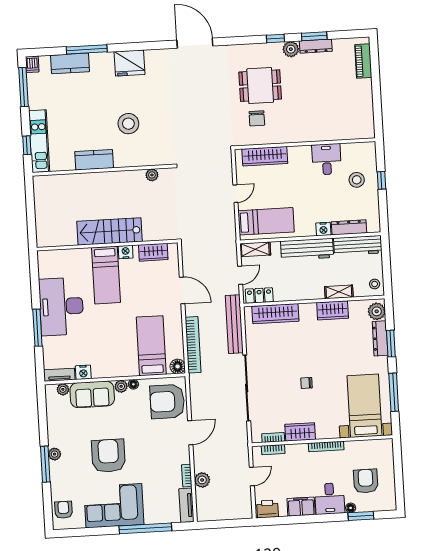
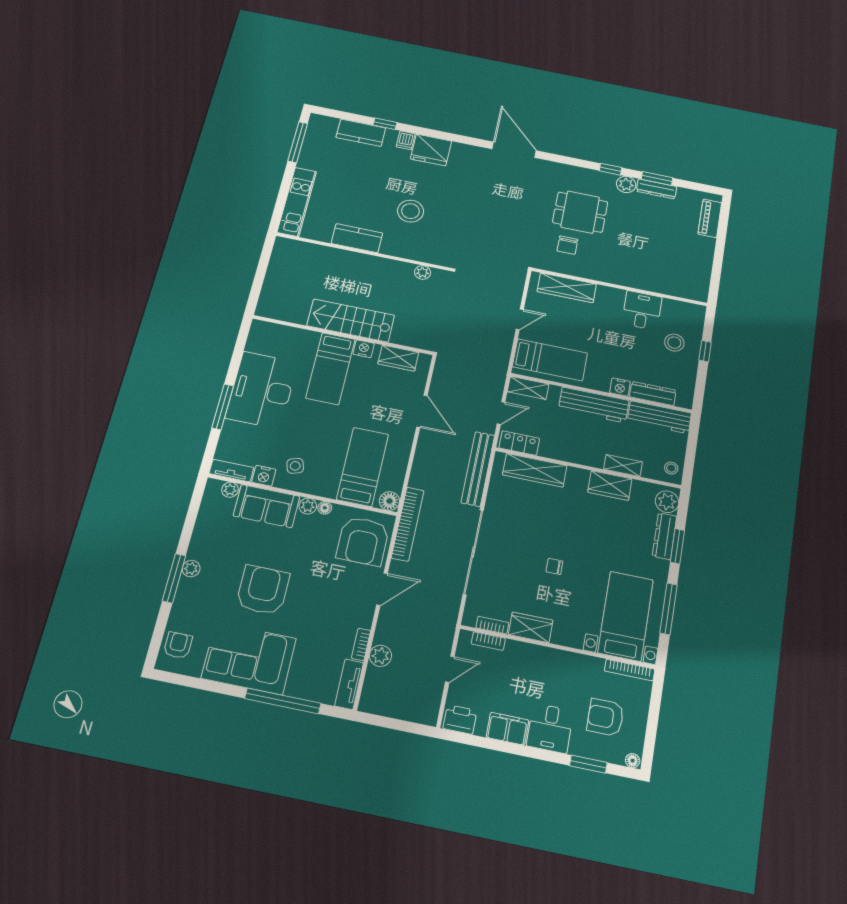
window: (87, 49) -> (385, 124), width x0.46
dishwasher: (32, 64) -> (406, 140), moved
window: (27, 145) -> (281, 202), removed
bookcase: (193, 345) -> (408, 524), moved
side table: (103, 359) -> (295, 466), added
armchair: (167, 402) -> (363, 541), turned -90
bookcase: (326, 446) -> (630, 670), moved
armchair: (366, 481) -> (605, 717), turned -90
floor lamp: (351, 508) -> (633, 761), moved

